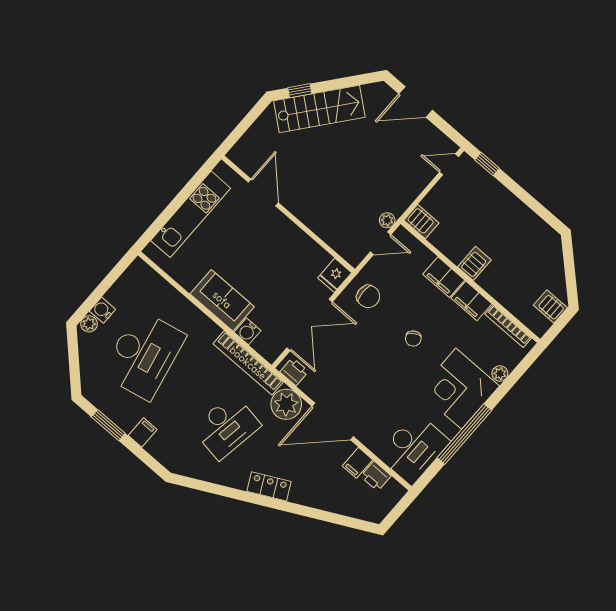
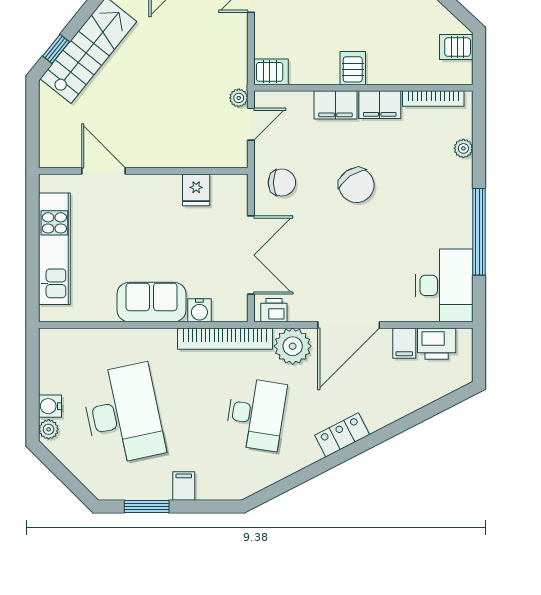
fridge: (335, 275) -> (196, 190), moved
chair: (413, 339) -> (356, 185), width x1.87, depth x1.87
corner desk: (459, 389) -> (438, 195), removed
printer: (376, 476) -> (437, 344), width x1.36, depth x1.24

